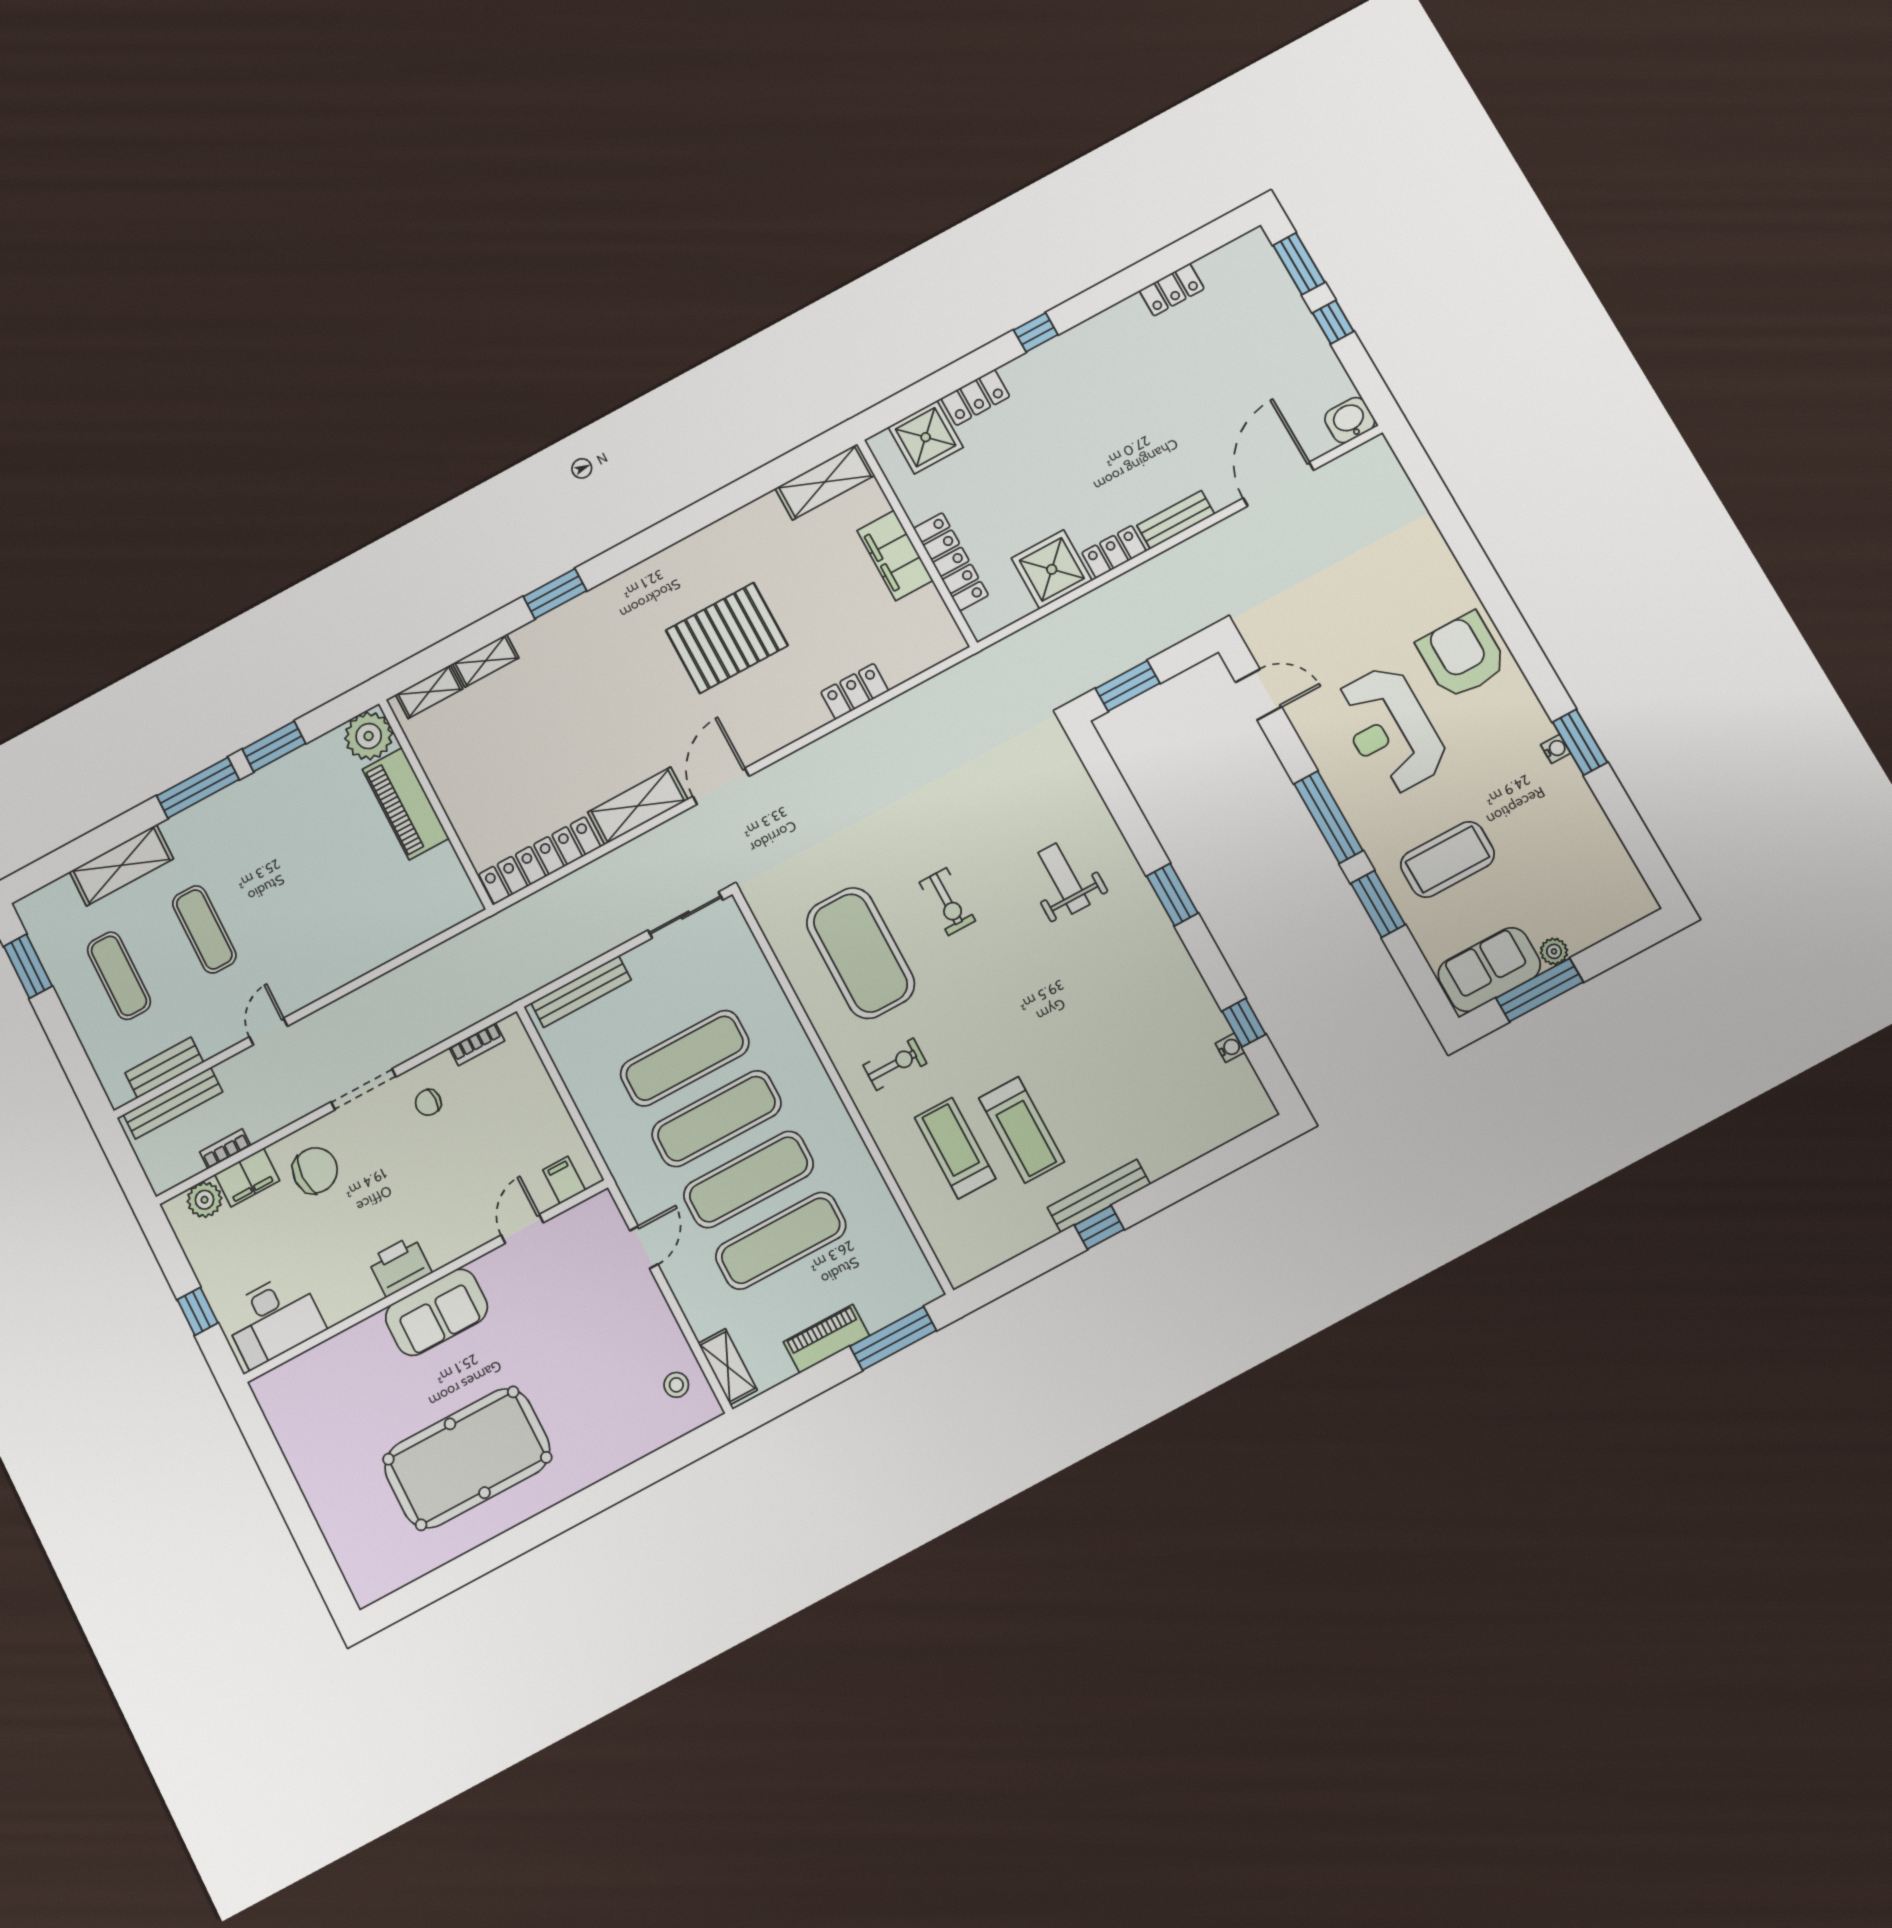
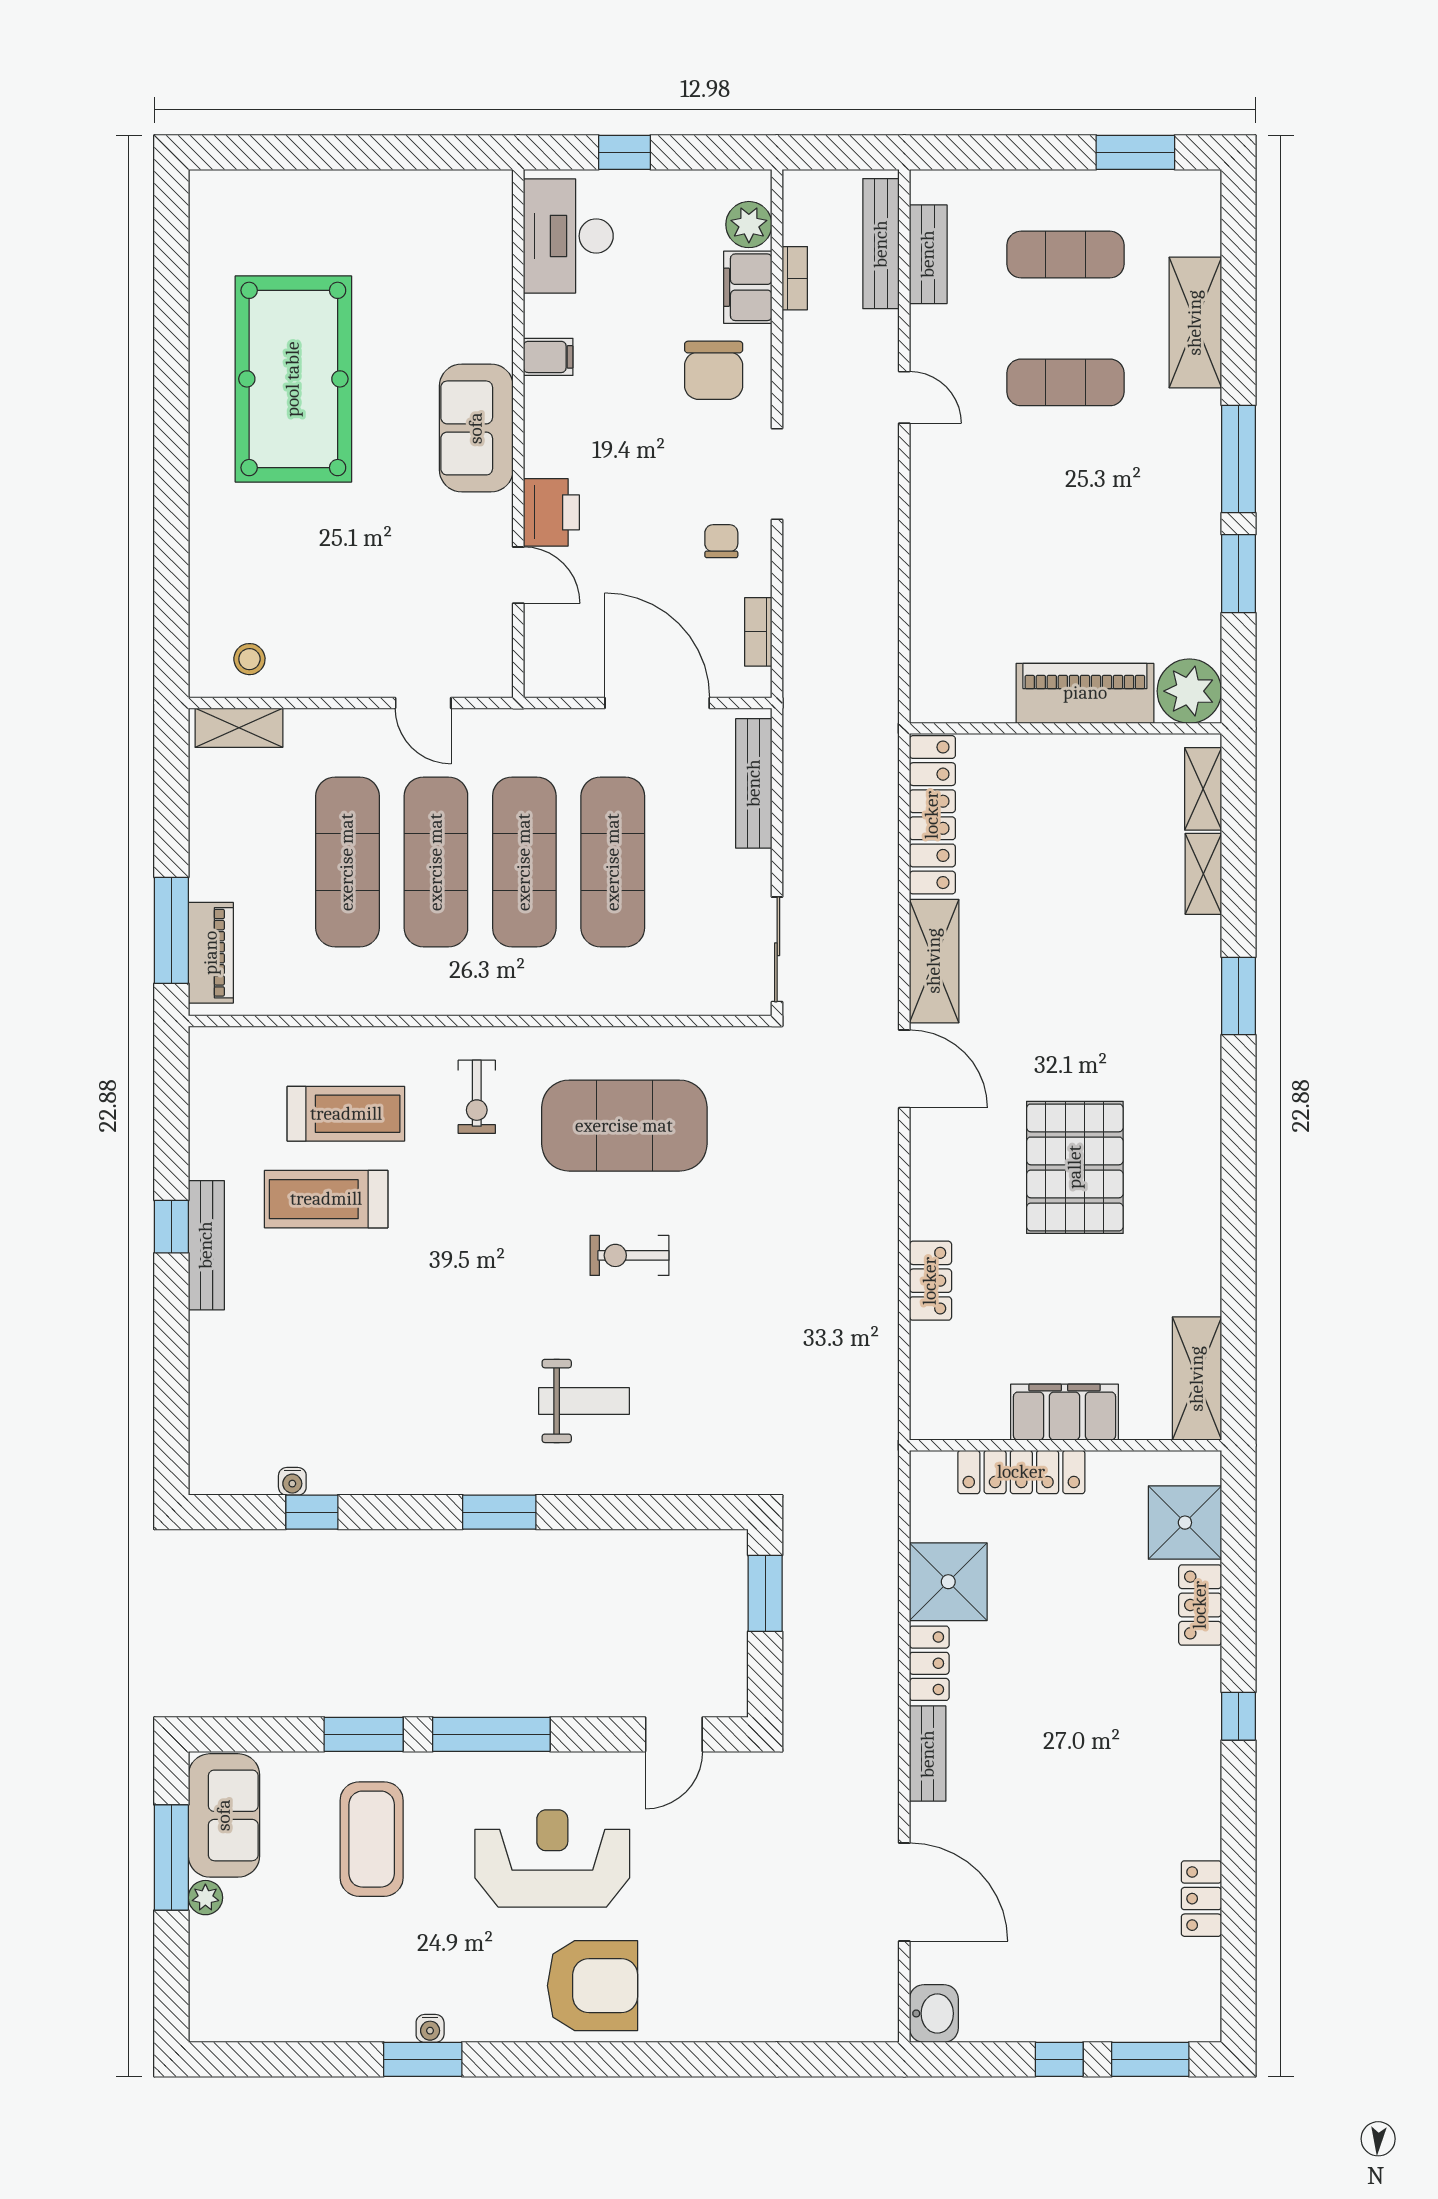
door: (560, 1087) -> (657, 703), added
filing cabinet: (564, 1180) -> (548, 357), moved
printer: (400, 1266) -> (551, 512), moved
piano: (826, 1339) -> (211, 953), moved

